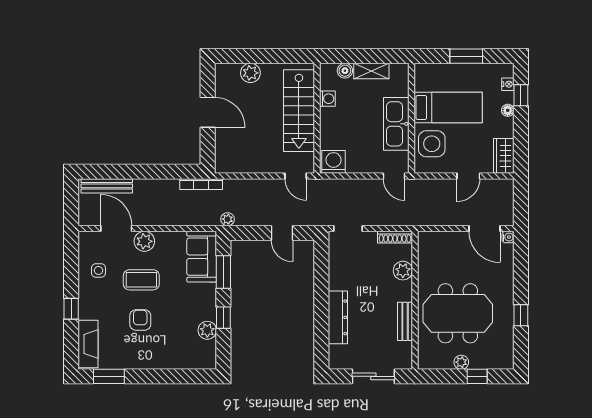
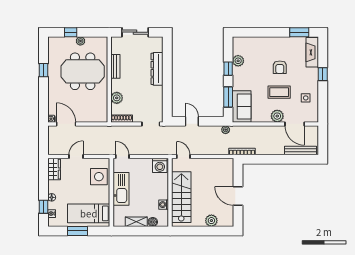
bed: (448, 107) -> (89, 213), moved

